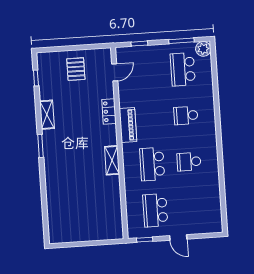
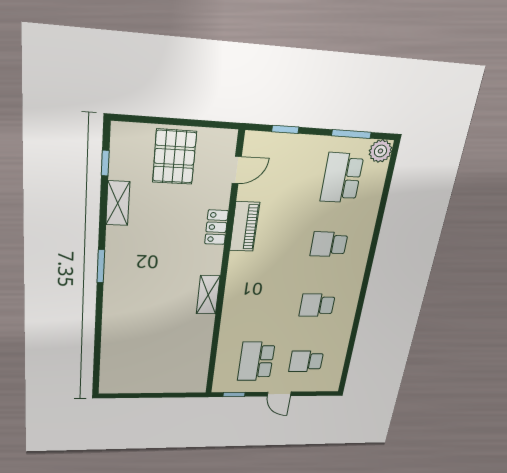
pallet: (76, 69) -> (174, 157), width x1.50, depth x1.42
shelving: (47, 115) -> (118, 203), moved
piano: (128, 125) -> (245, 227), moved
school desk: (152, 164) -> (306, 361), moved, width x0.54

